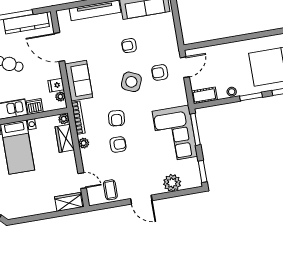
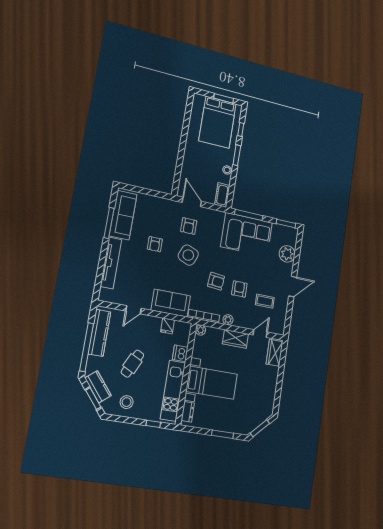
door: (59, 47) -> (133, 310), width x0.53
plant: (60, 97) -> (179, 326), removed
wardrobe: (65, 138) -> (235, 339), moved
coffee table: (110, 190) -> (265, 301), moved

